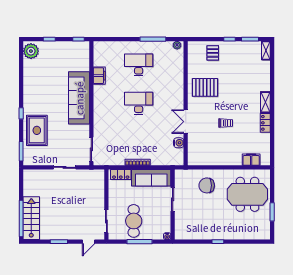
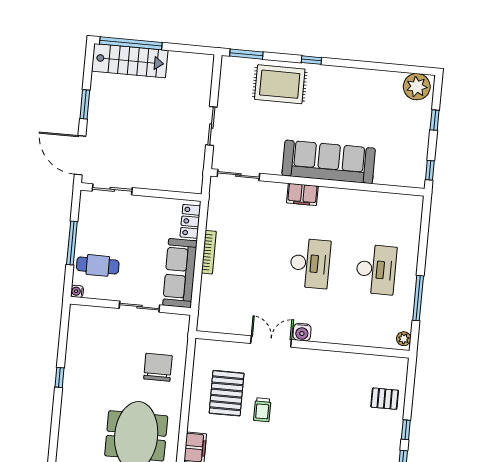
filing cabinet: (99, 76) -> (302, 194), moved
pallet: (205, 87) -> (227, 393), moved
water cooler: (179, 143) -> (302, 332), moved
cafe table: (134, 221) -> (98, 265), moved, width x0.73, depth x0.74
door: (88, 242) -> (80, 155), width x1.87

